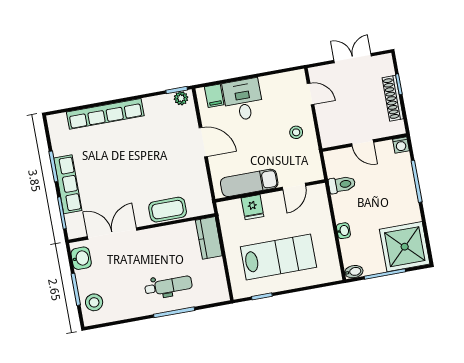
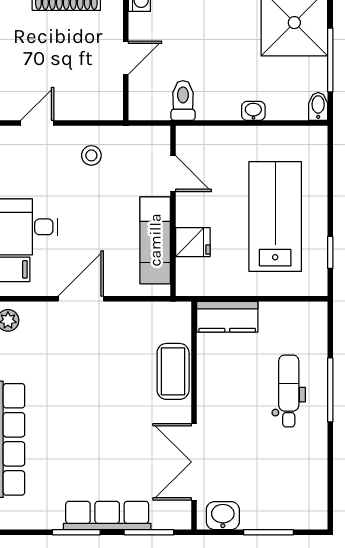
stool: (94, 302) -> (293, 508), removed

